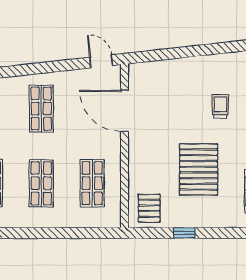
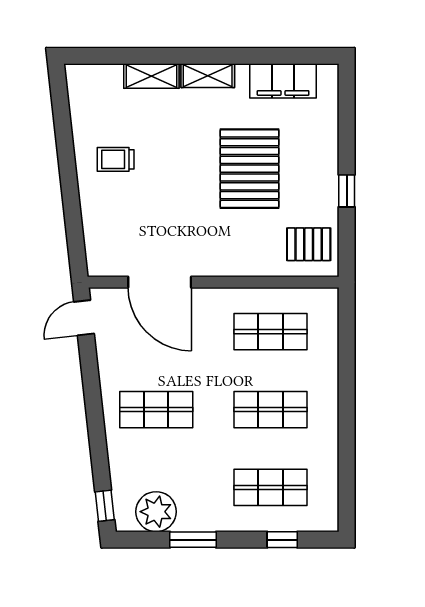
trolley: (220, 106) -> (116, 159), moved
door: (125, 111) -> (160, 282), hinge flipped
pallet: (199, 170) -> (249, 169), turned 90

